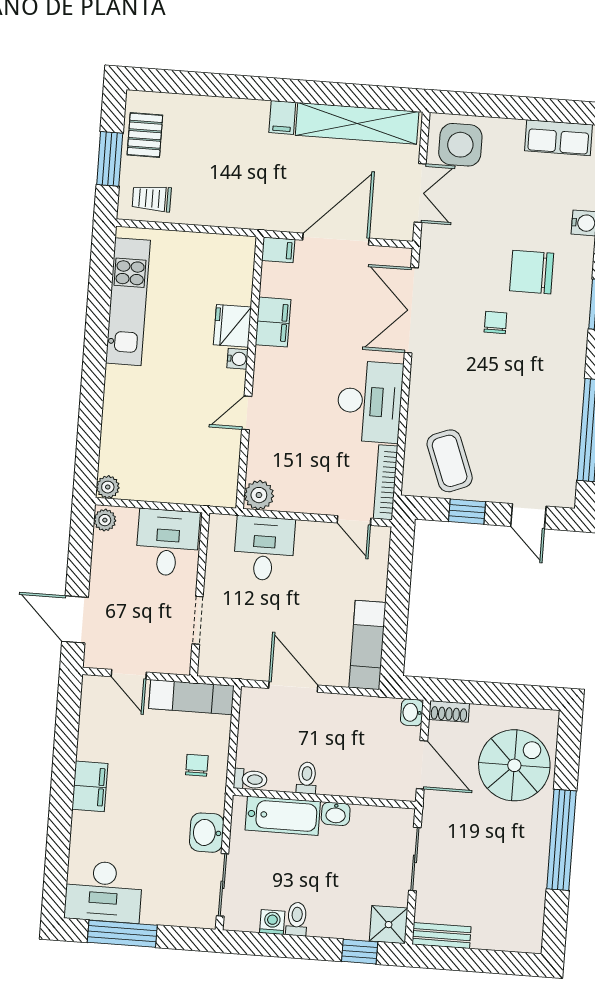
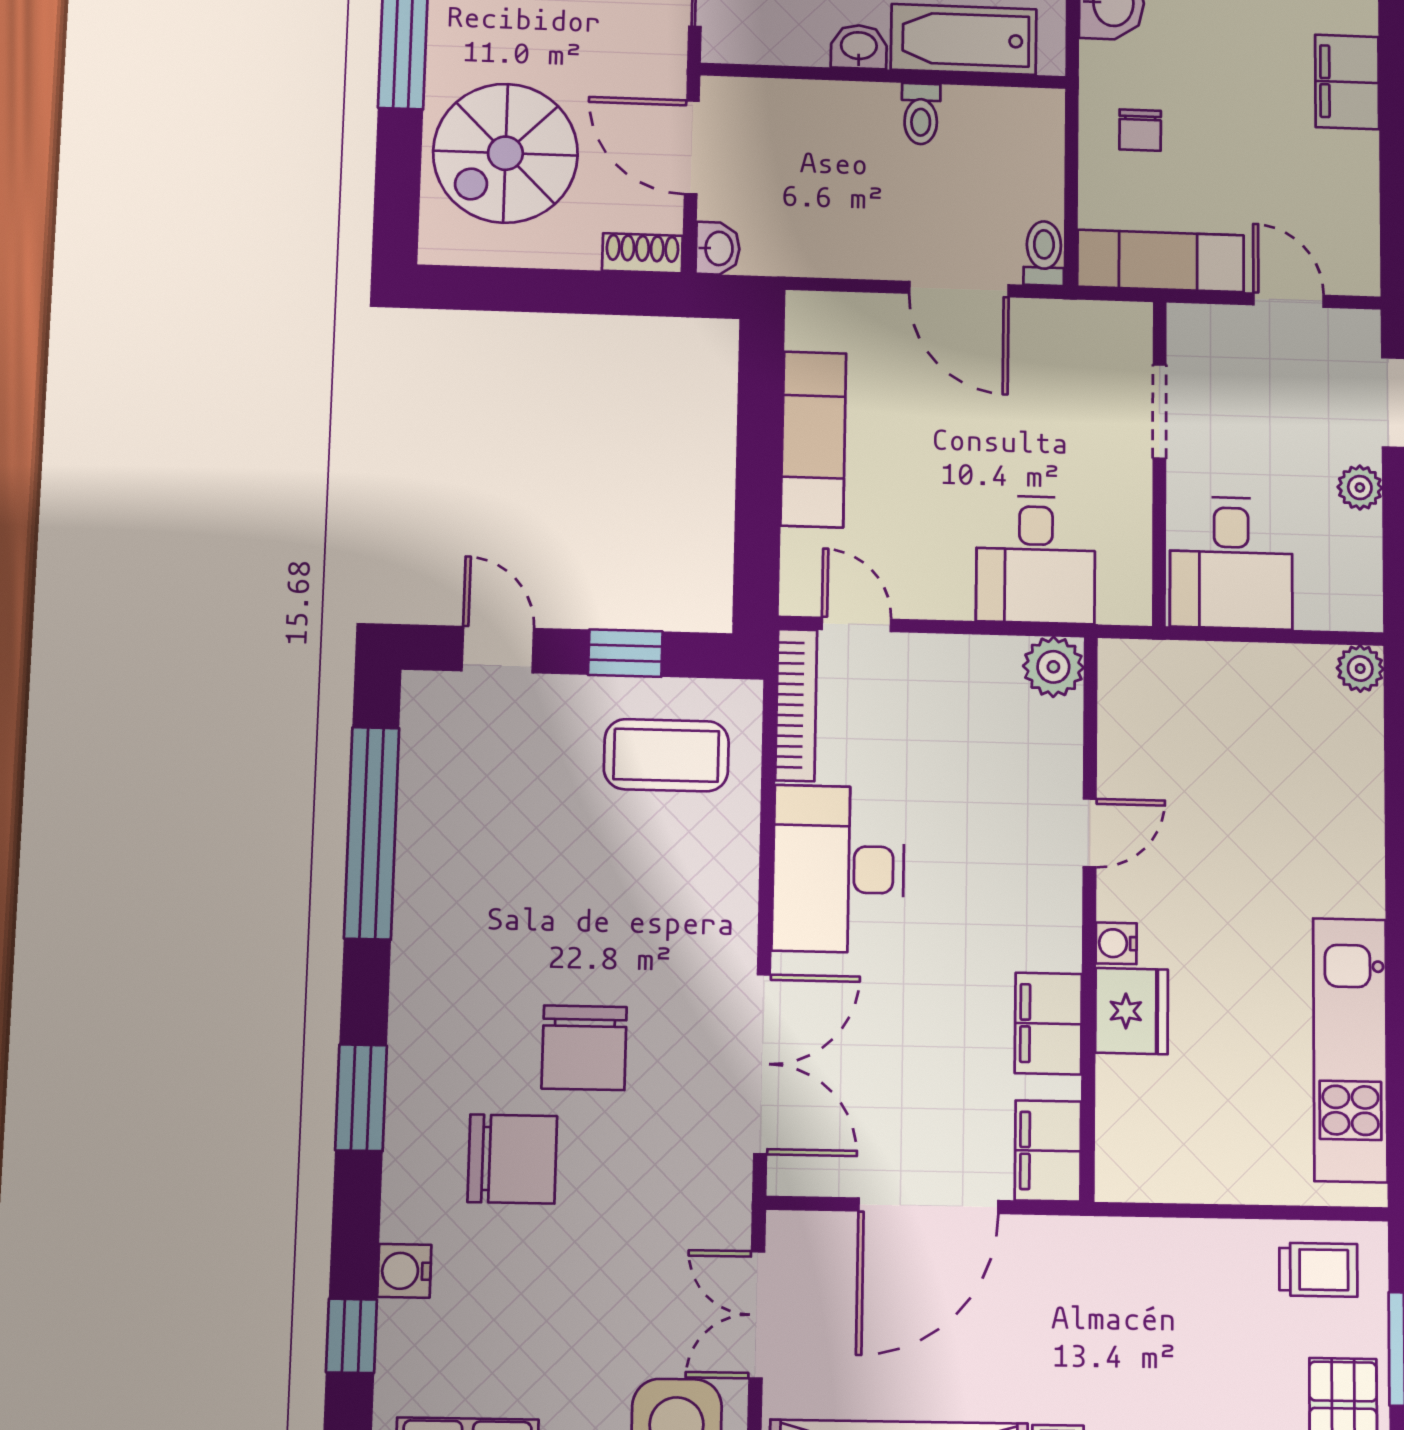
filing cabinet: (278, 250) -> (1048, 1151), width x2.00
chair: (495, 323) -> (584, 1048), width x1.87, depth x1.87
coffee table: (450, 461) -> (666, 755), turned -69
plant: (105, 520) -> (1360, 488), moved
exam couch: (367, 645) -> (813, 439), moved
toilet: (250, 779) -> (1044, 253), moved, turned 90

